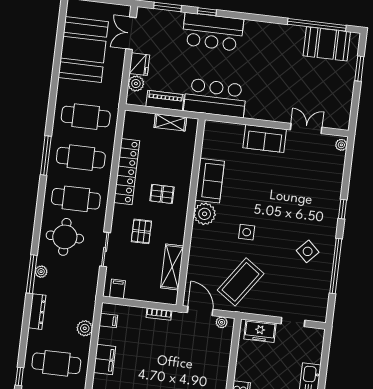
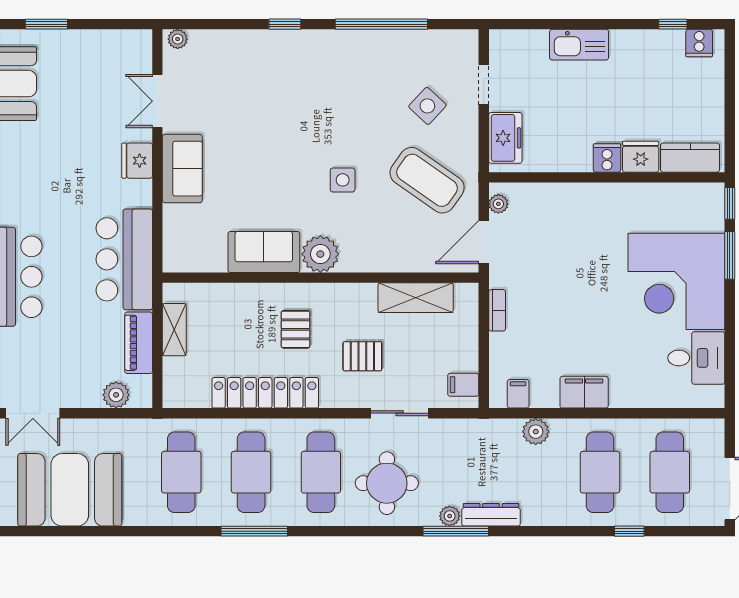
fridge: (139, 64) -> (137, 161), moved, turned -90
side table: (308, 251) -> (427, 106), moved
dresser: (37, 312) -> (491, 515), moved

